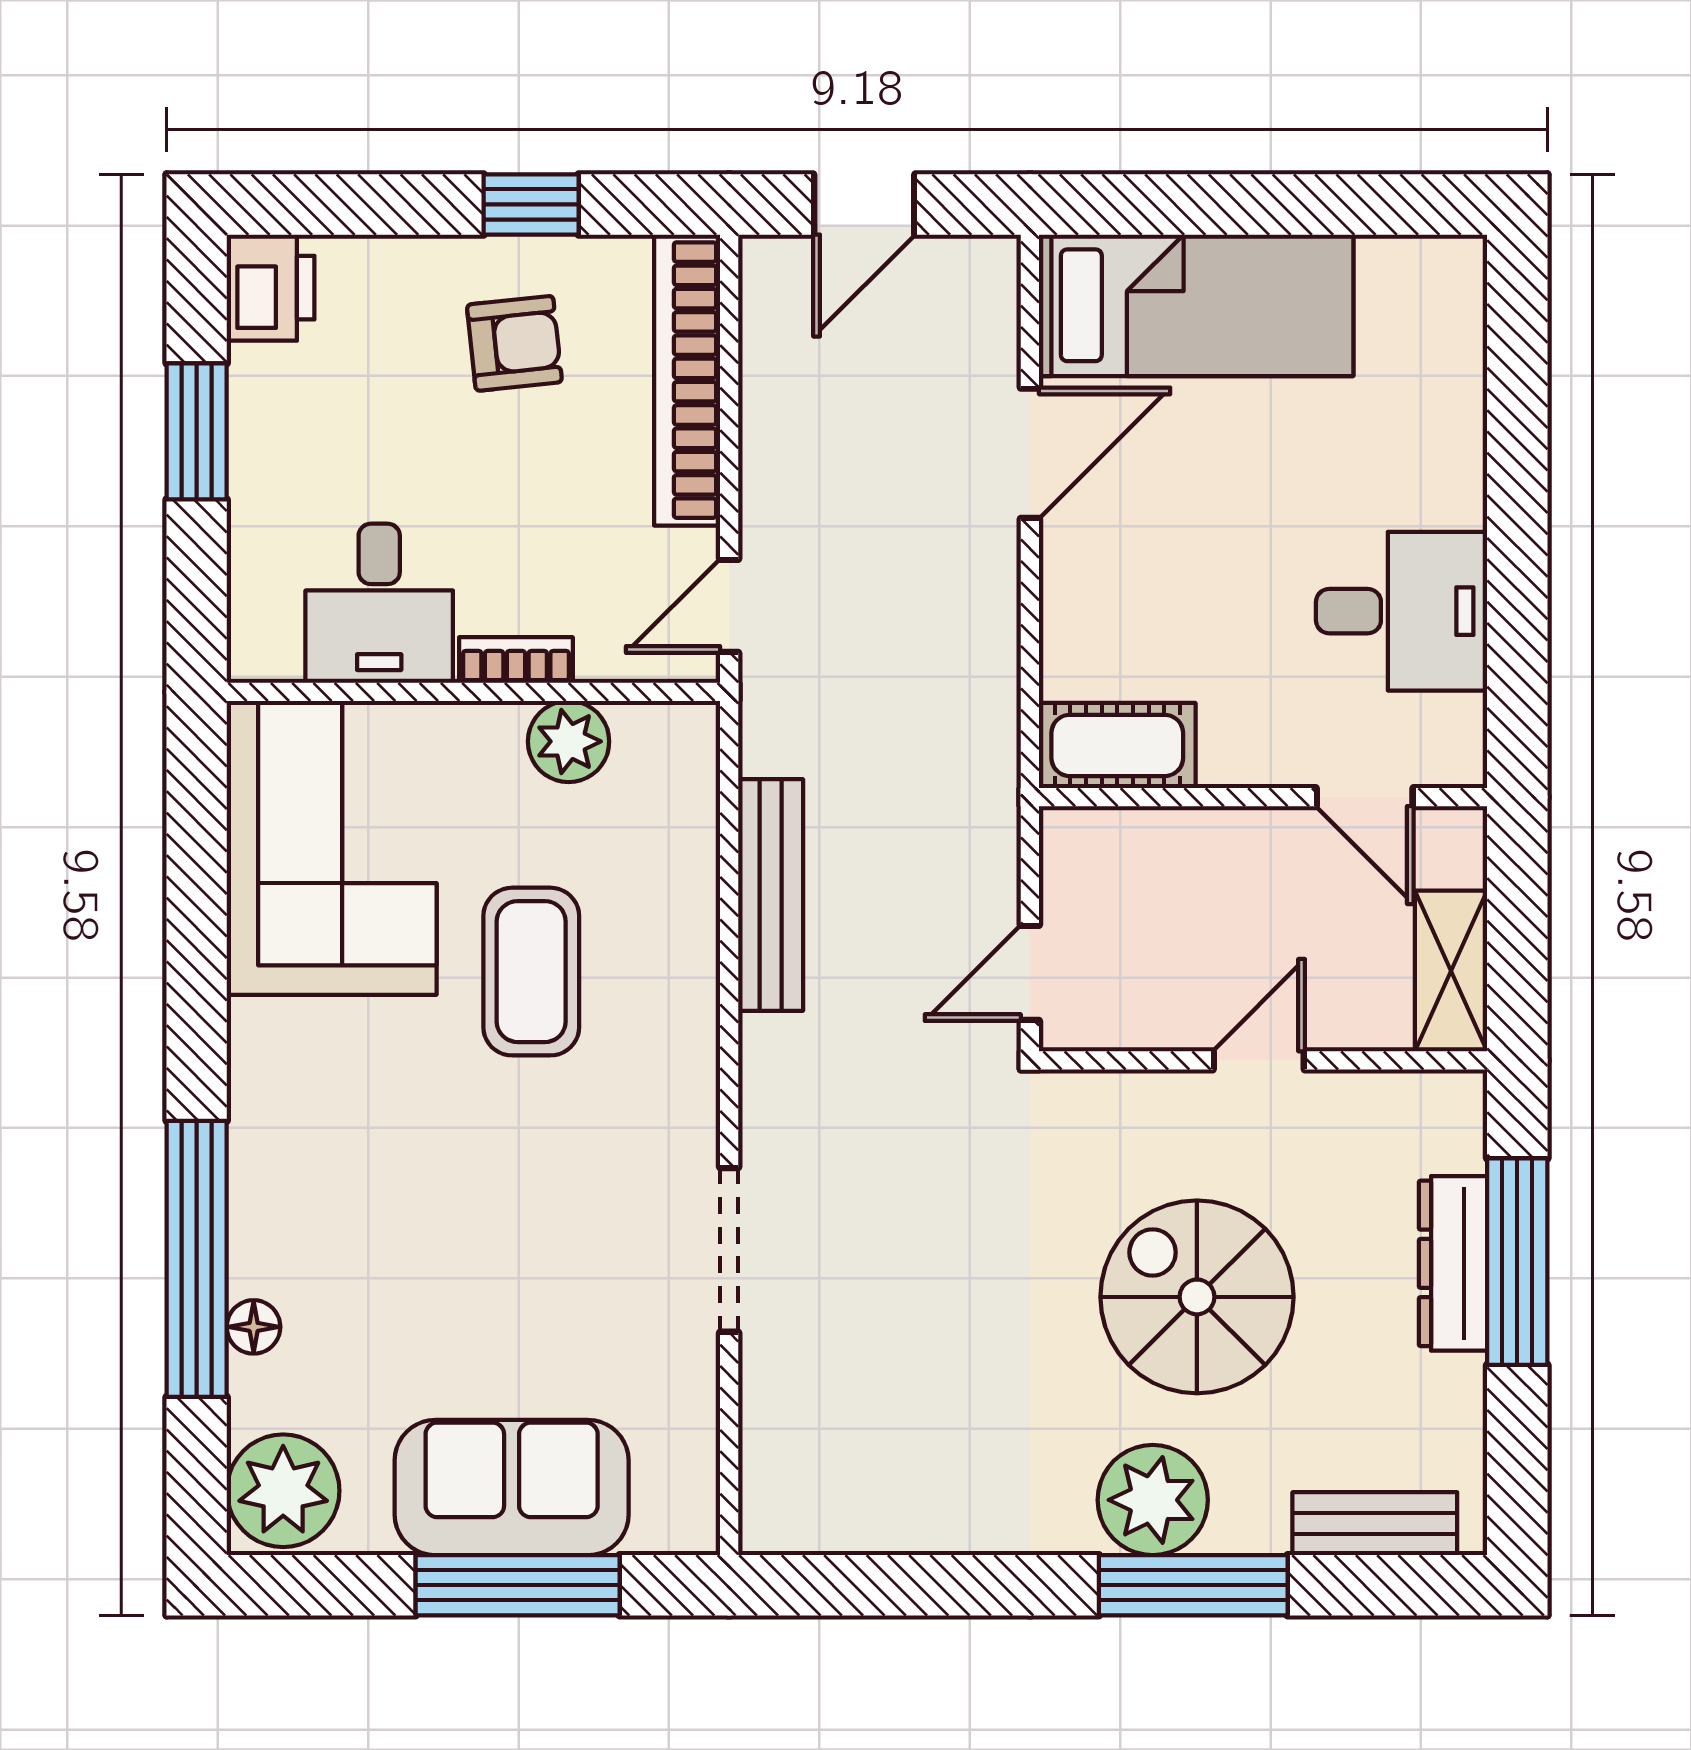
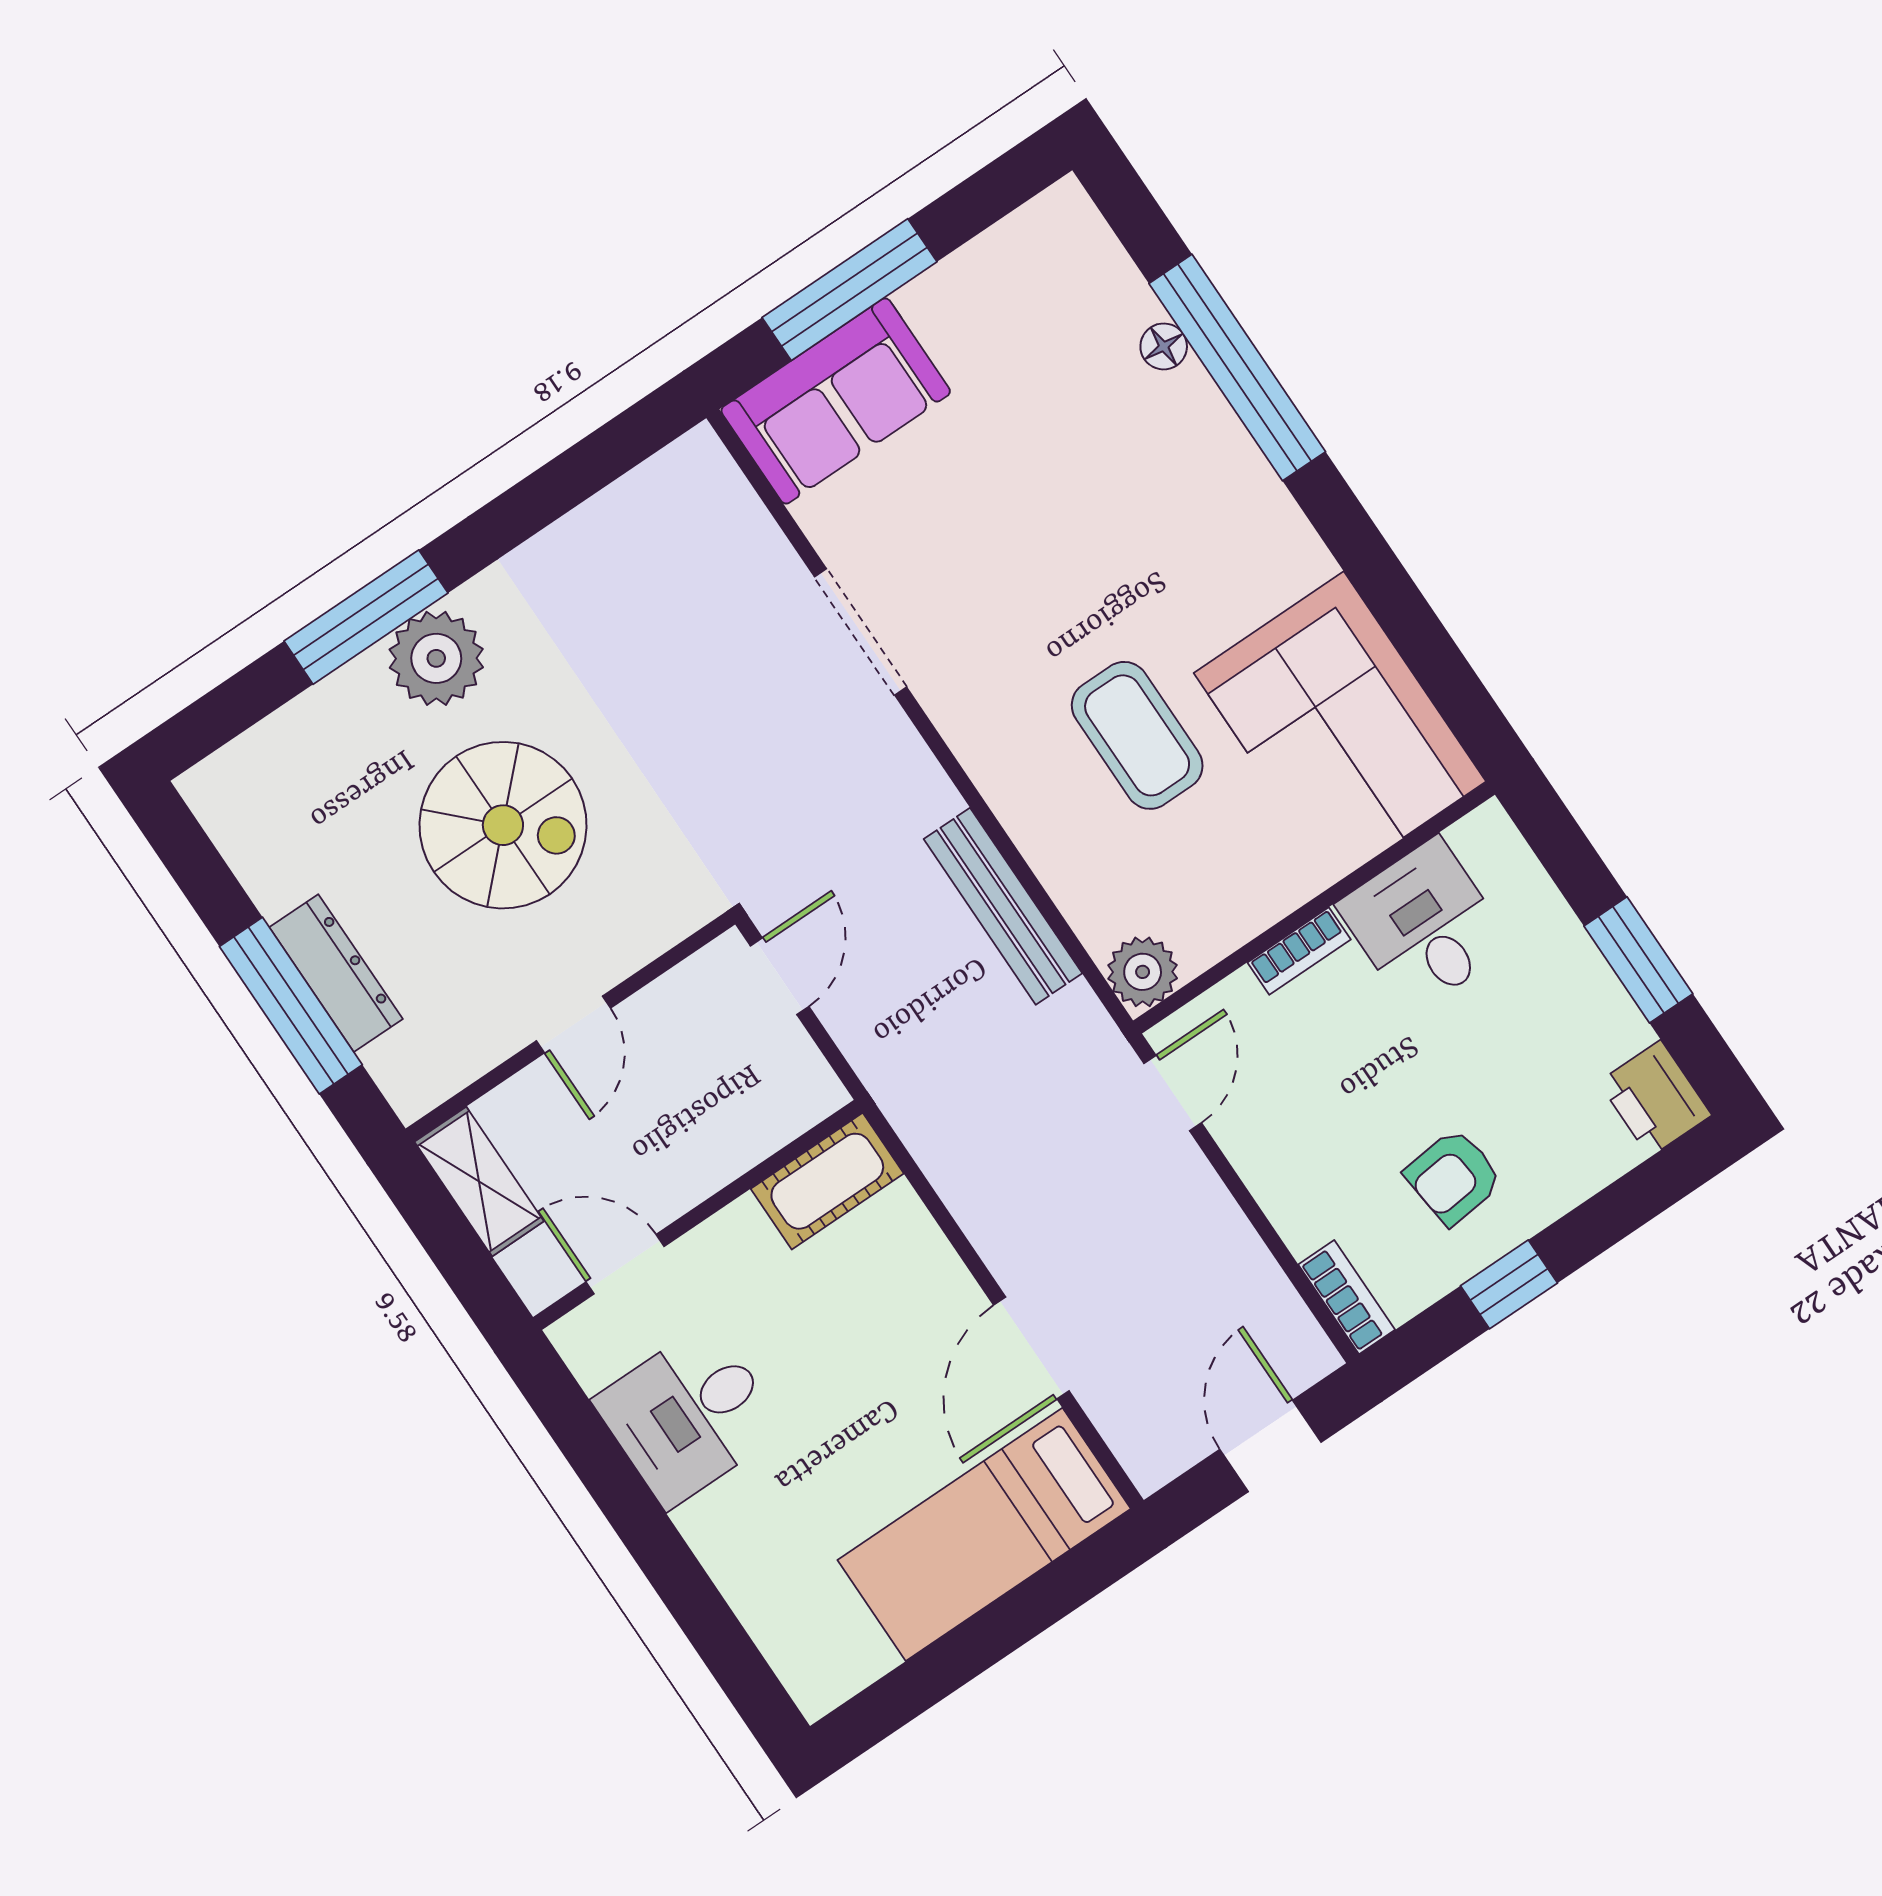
bookcase: (687, 380) -> (1347, 1297), width x0.43, depth x0.76
plant: (569, 741) -> (1143, 972), moved
sofa: (512, 1487) -> (836, 401), moved
plant: (283, 1491) -> (1063, 244), removed
bench: (1375, 1524) -> (266, 749), removed

